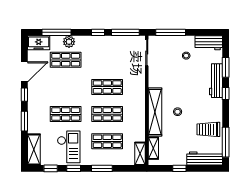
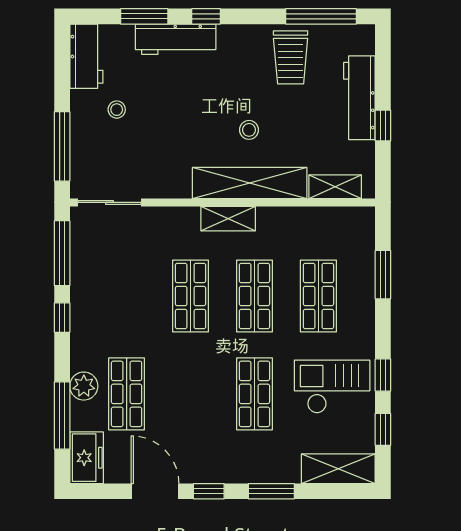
shelving: (140, 154) -> (228, 219), moved
workbench: (205, 159) -> (359, 98), moved
window: (102, 168) -> (383, 275), moved

